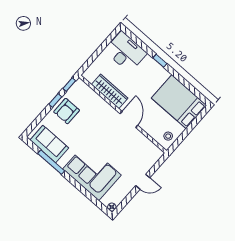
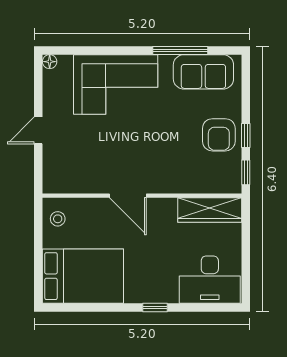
wardrobe: (110, 91) -> (210, 210), moved
armchair: (67, 111) -> (219, 135), turned 180

